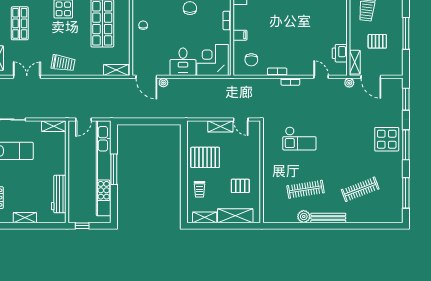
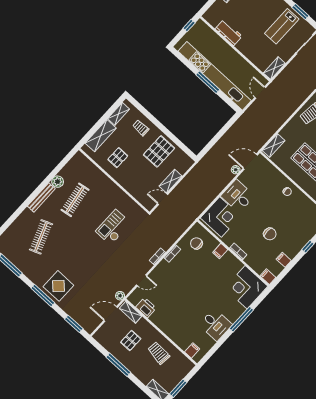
workbench: (59, 194) -> (229, 33), width x0.73

